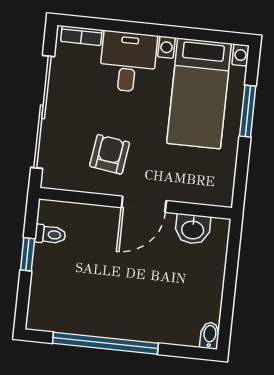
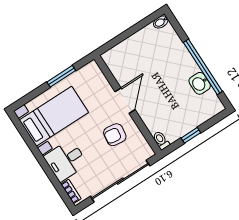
window: (248, 111) -> (61, 76), moved
door: (144, 204) -> (125, 101), hinge flipped
washbasin: (193, 229) -> (200, 83), moved, turned 180
toilet: (50, 234) -> (161, 140), moved

